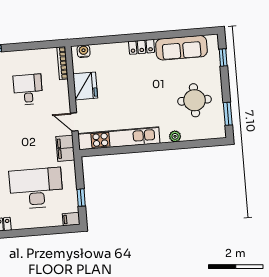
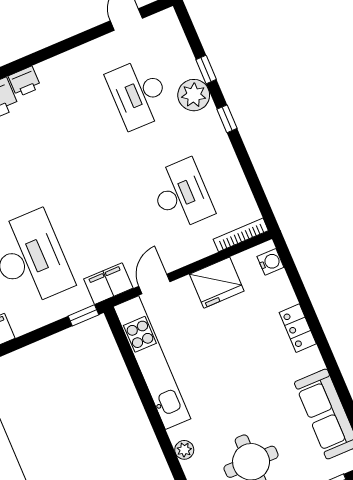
locker: (142, 47) -> (298, 328), moved
desk: (28, 89) -> (181, 194), width x1.37
window: (81, 198) -> (83, 315), moved

